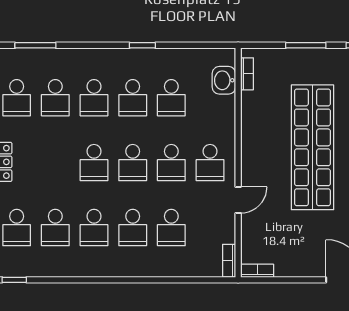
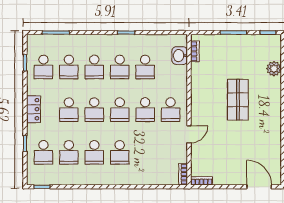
shop shelf: (312, 147) -> (238, 100), width x0.50, depth x0.74
school desk: (171, 228) -> (69, 110), moved

